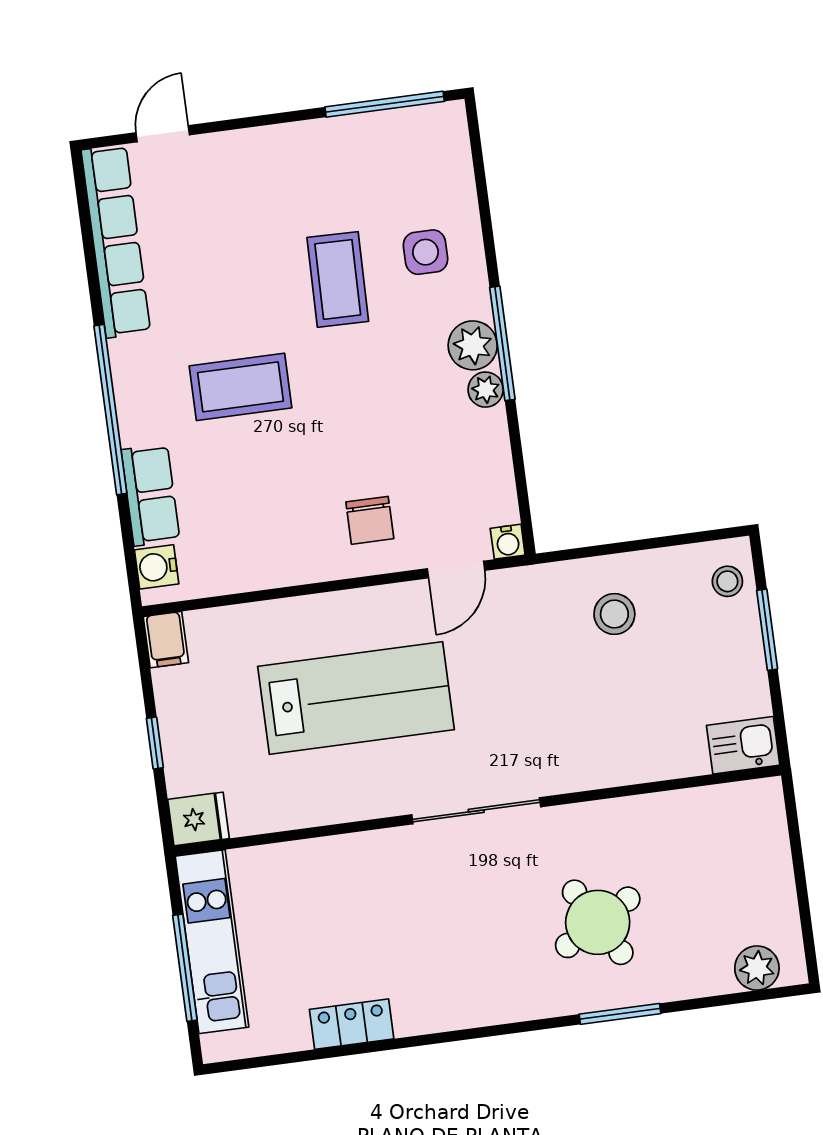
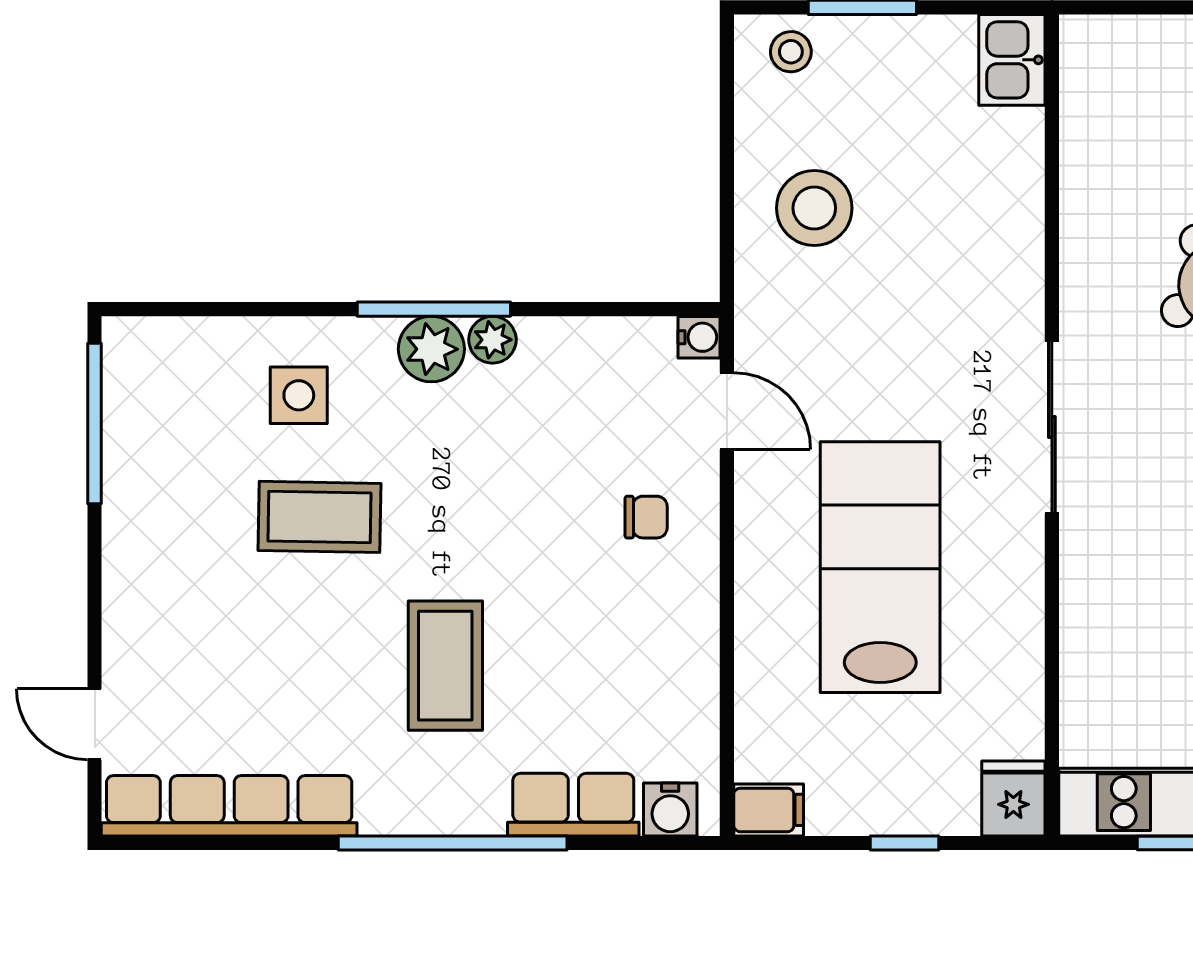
chair: (370, 520) -> (646, 517), width x0.73, depth x0.73
stool: (614, 614) -> (814, 208), width x1.38, depth x1.38

